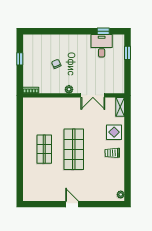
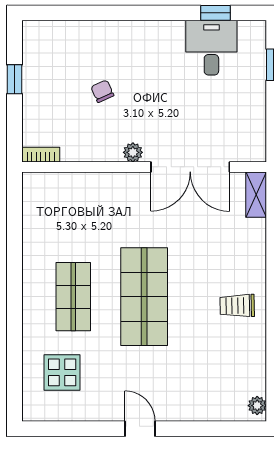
double door: (93, 95) -> (190, 167), width x1.37
display table: (114, 132) -> (62, 372), moved

